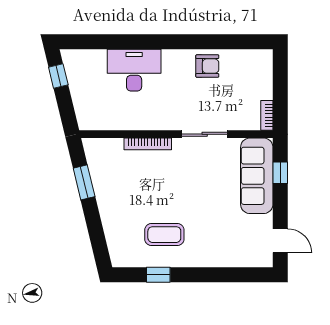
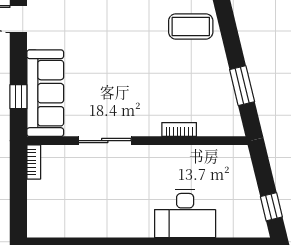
armchair: (207, 66) -> (102, 218), removed
bookcase: (148, 144) -> (179, 129), width x0.64
coffee table: (164, 235) -> (191, 26), moved

